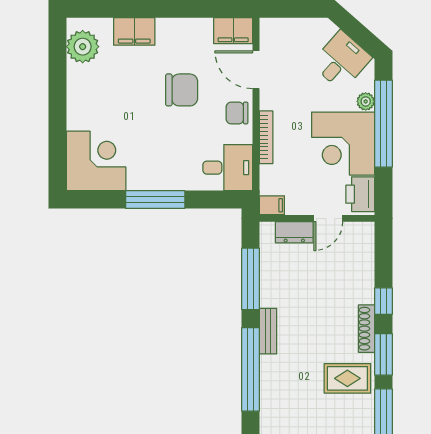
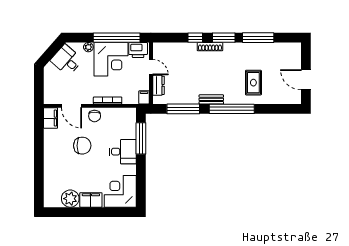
filing cabinet: (134, 31) -> (91, 200), moved, turned -90
plant: (83, 47) -> (70, 199), moved
door: (256, 70) -> (71, 106), hinge flipped
chair: (182, 90) -> (82, 146), turned 90
window: (383, 124) -> (117, 38), moved
desk: (228, 168) -> (123, 152), moved, turned 90
window: (155, 200) -> (141, 138), moved
rug: (347, 378) -> (253, 83), moved

